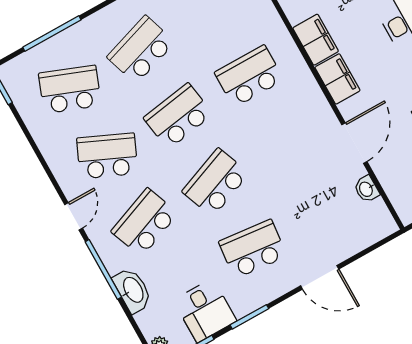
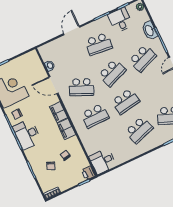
door: (354, 143) -> (53, 85), hinge flipped
school desk: (107, 156) -> (82, 87), moved
door: (320, 277) -> (72, 30), hinge flipped

